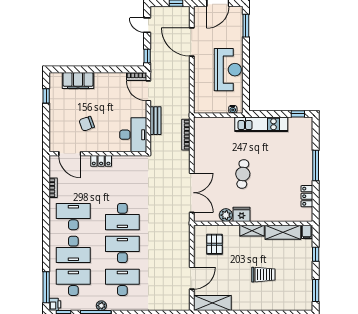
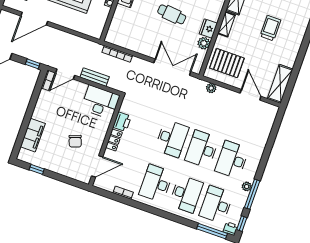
printer: (122, 163) -> (122, 122), added
plant: (185, 238) -> (211, 88), added
pallet: (214, 244) -> (227, 63), width x1.50, depth x1.42

